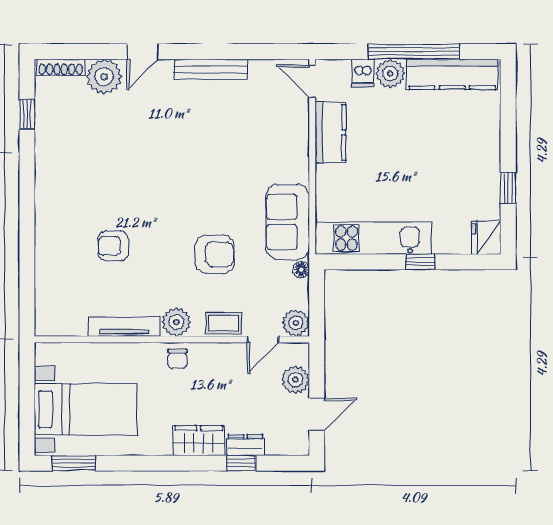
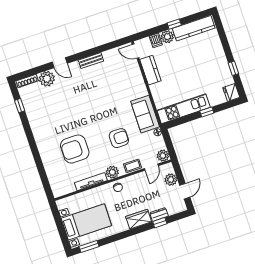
door: (143, 52) -> (60, 63), hinge flipped
window: (414, 52) -> (174, 24), width x0.32
bench: (211, 69) -> (91, 61), width x0.73
armchair: (113, 246) -> (75, 149), width x1.88, depth x1.88

